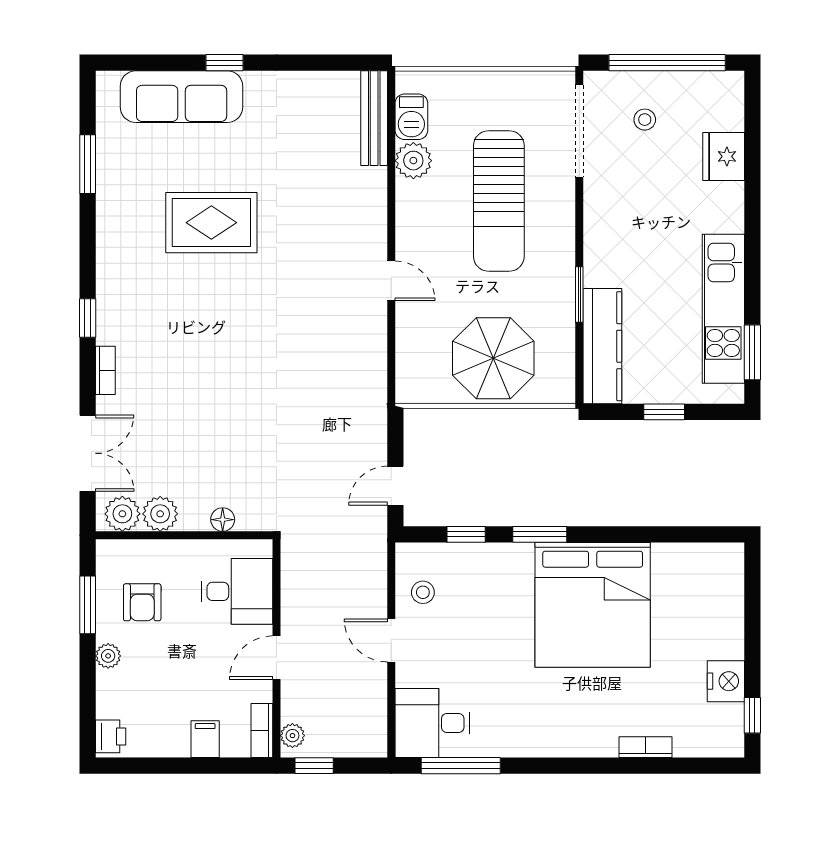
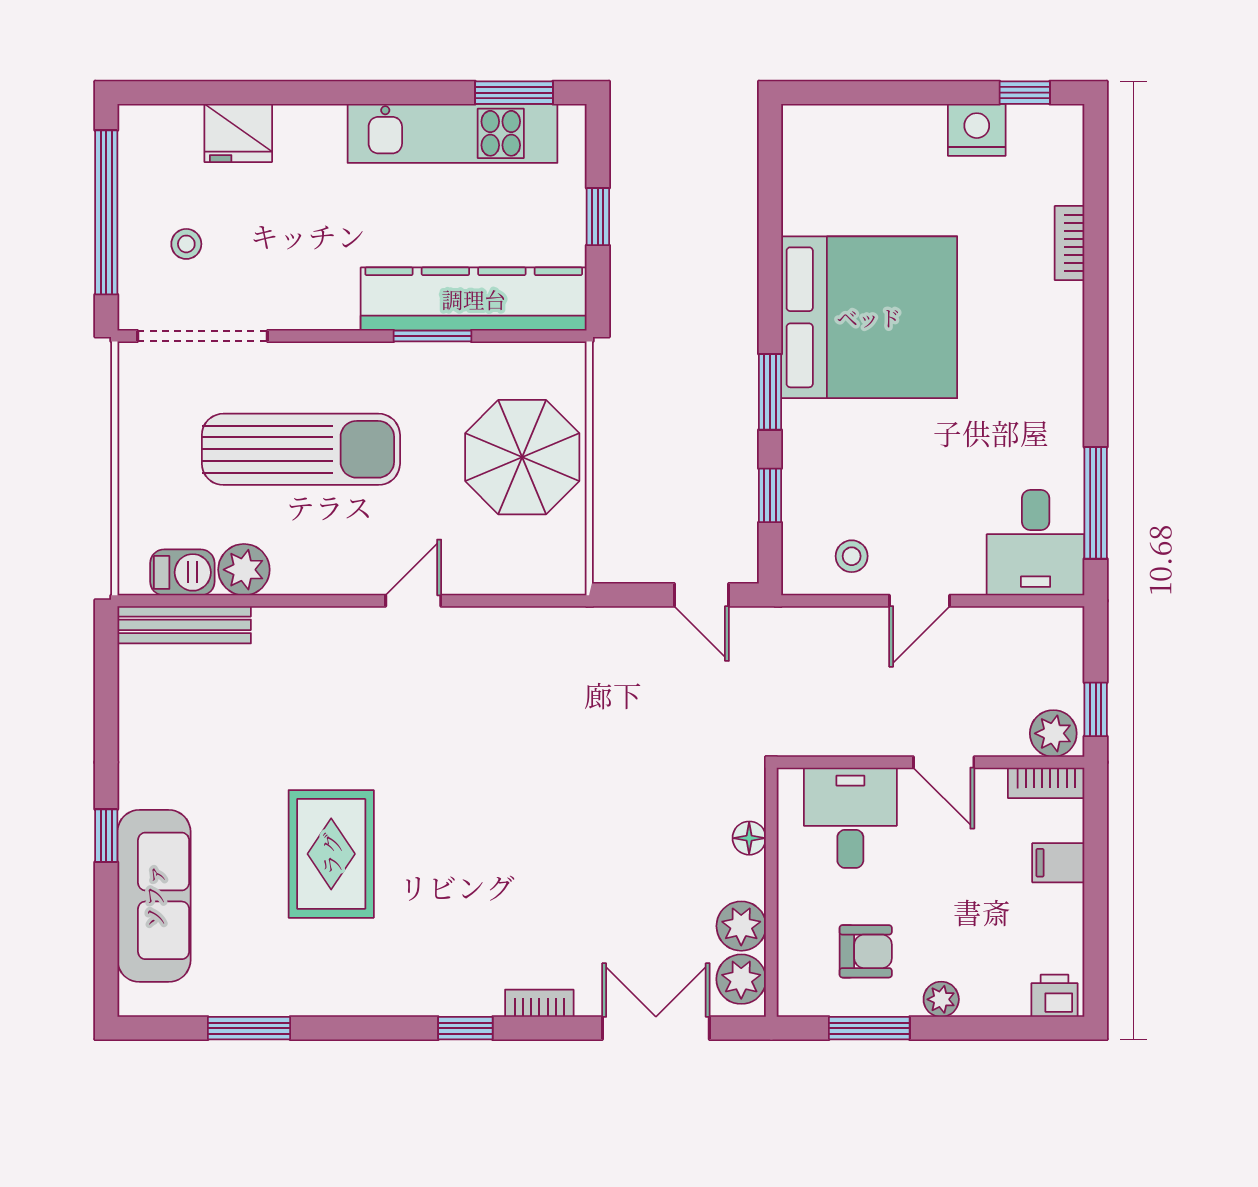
kitchen counter: (602, 346) -> (474, 299), width x1.39, depth x1.17
plant: (292, 736) -> (1053, 733), width x1.38, depth x1.38

